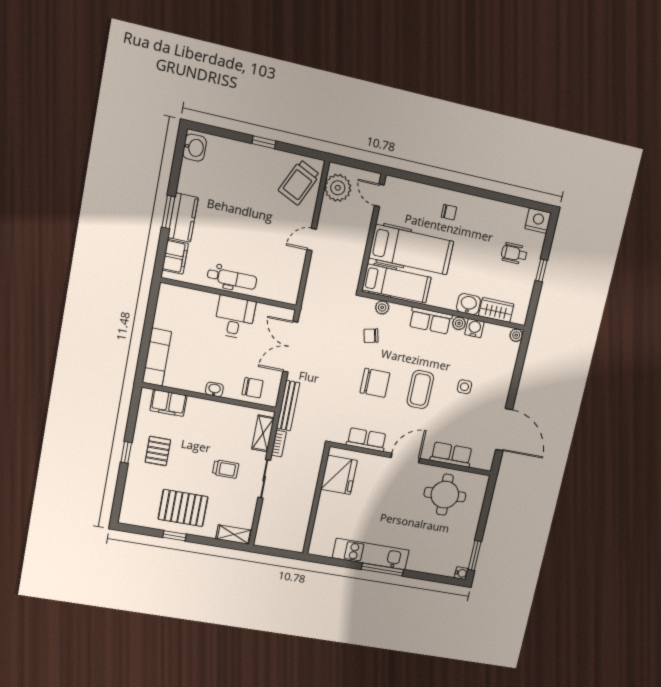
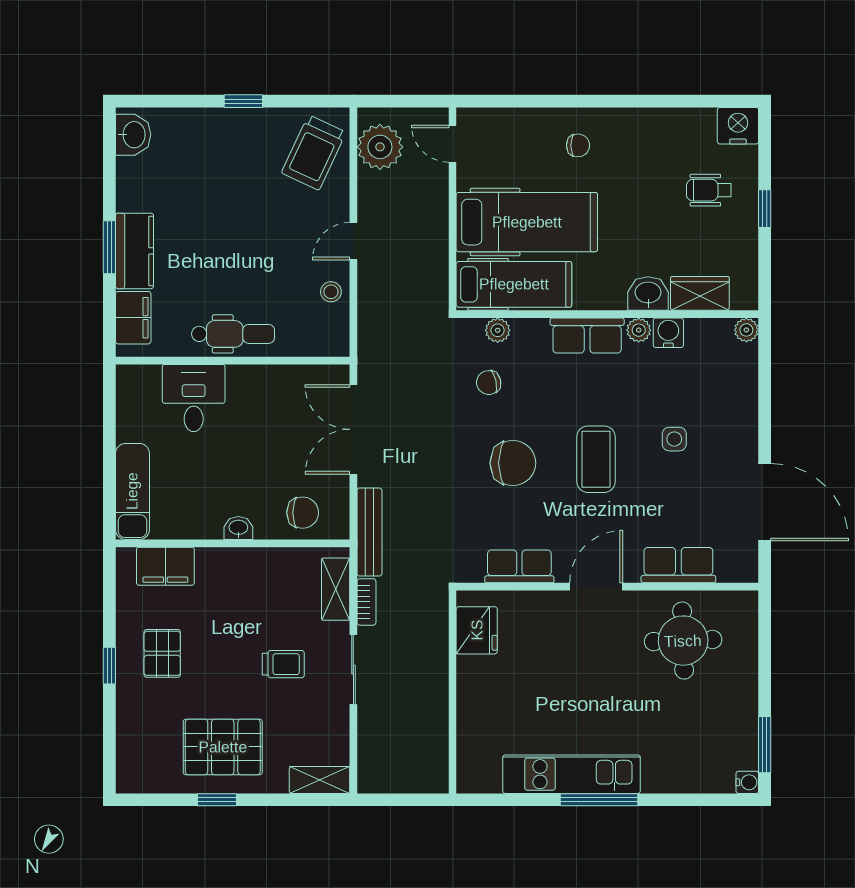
stool: (293, 266) -> (331, 292), added
desk: (235, 317) -> (194, 398), moved
fridge: (339, 475) -> (477, 630), width x0.73, depth x0.75

